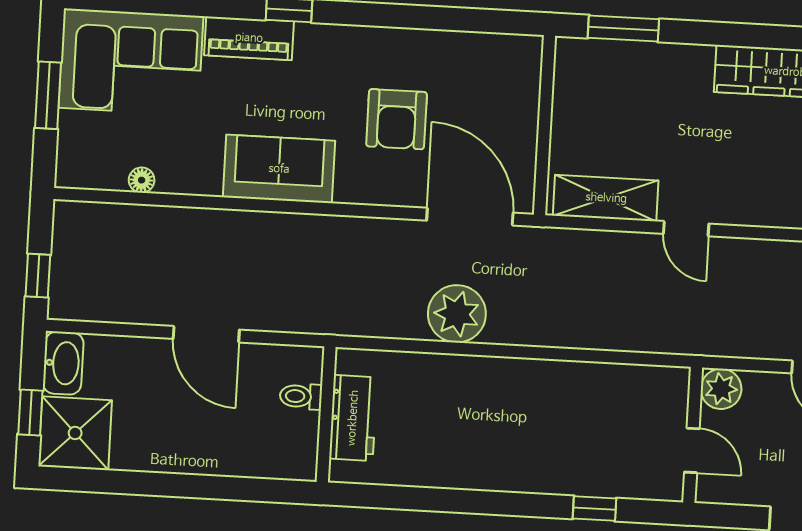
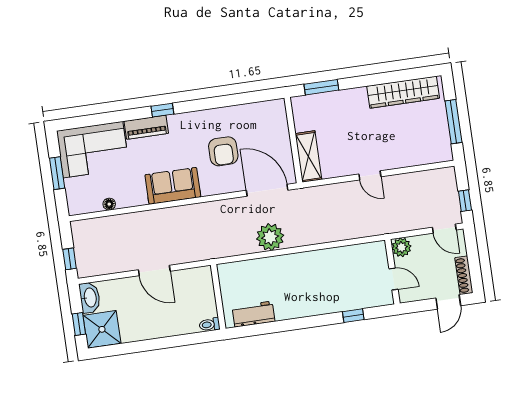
shelving: (606, 198) -> (308, 156), moved, turned 90
toilet: (301, 396) -> (209, 325), moved
workbench: (353, 418) -> (253, 314), moved, turned -90

